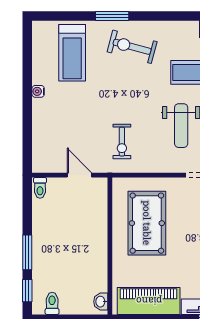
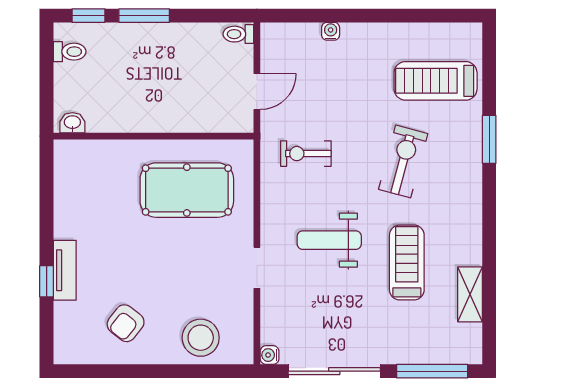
exercise bike: (132, 47) -> (403, 161), moved
water cooler: (38, 91) -> (331, 31), moved
piano: (149, 301) -> (73, 193), removed

